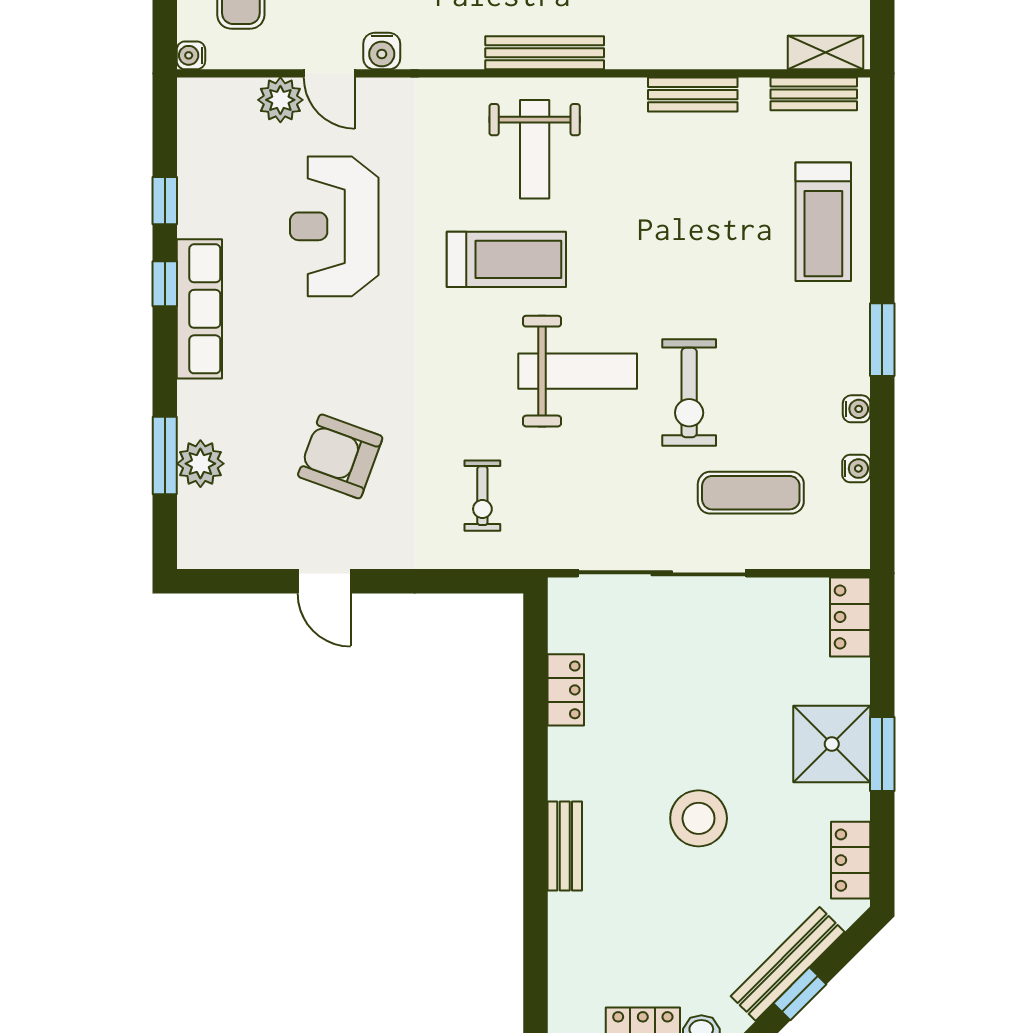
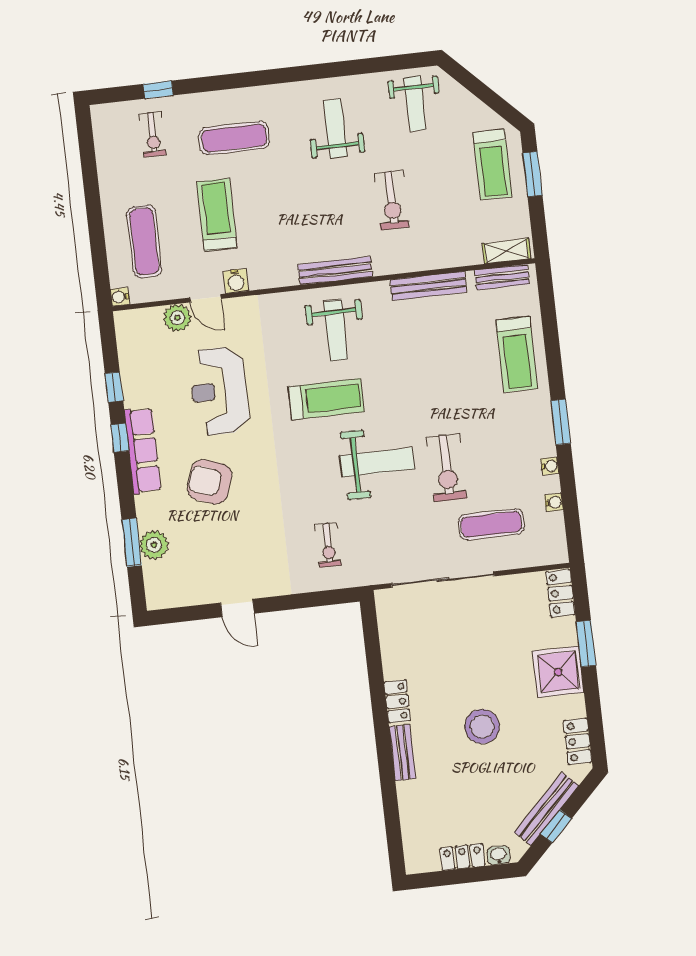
bench: (693, 95) -> (428, 286), width x1.36
armchair: (340, 456) -> (210, 482), moved
locker: (566, 690) -> (397, 702), moved
window: (882, 754) -> (586, 644), moved

